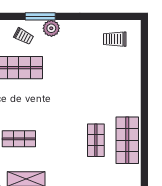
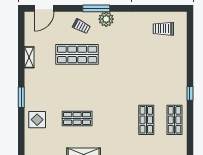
window: (144, 111) -> (190, 93), added
shop shelf: (127, 140) -> (175, 120), width x0.70, depth x0.74

